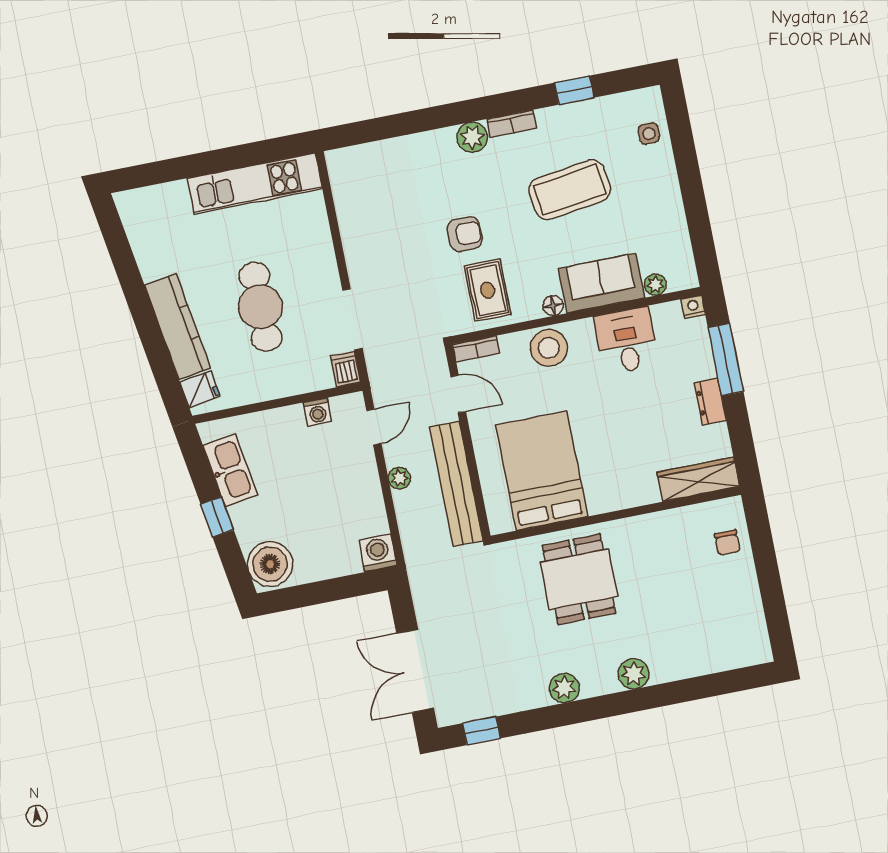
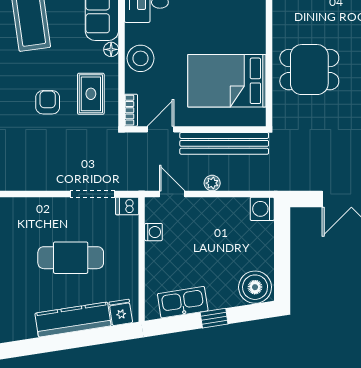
rug: (488, 290) -> (91, 94), turned 90

